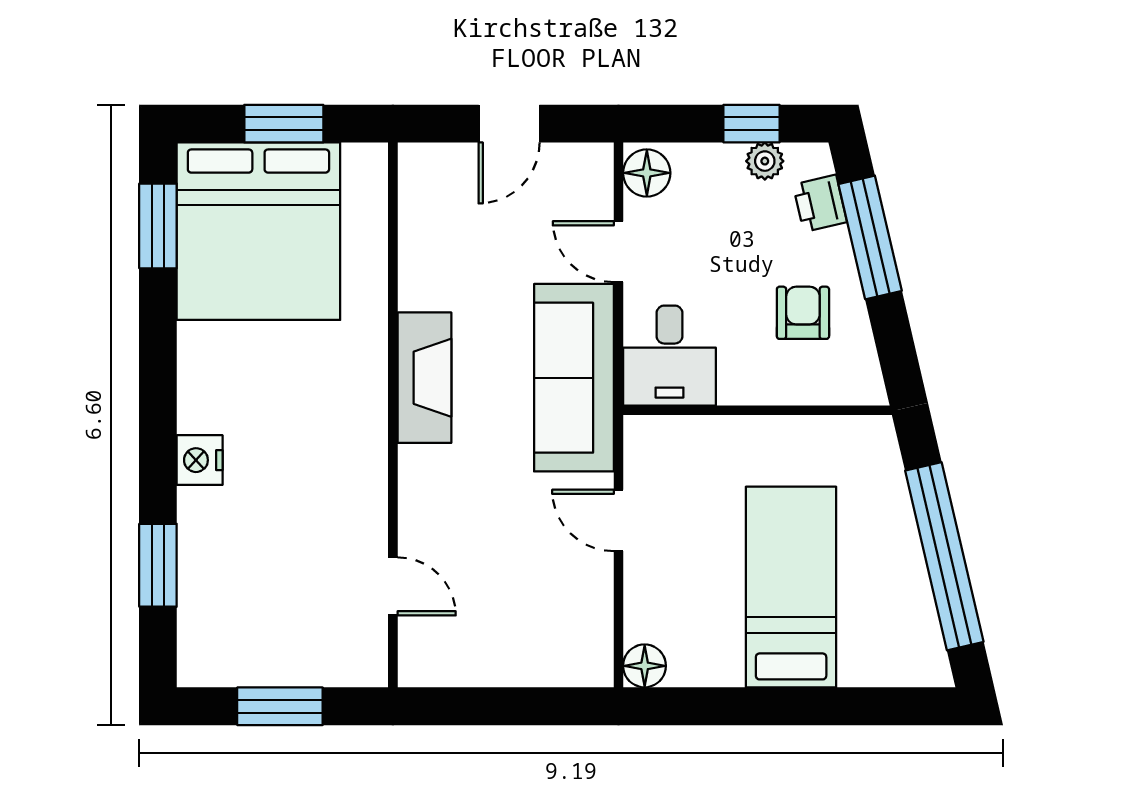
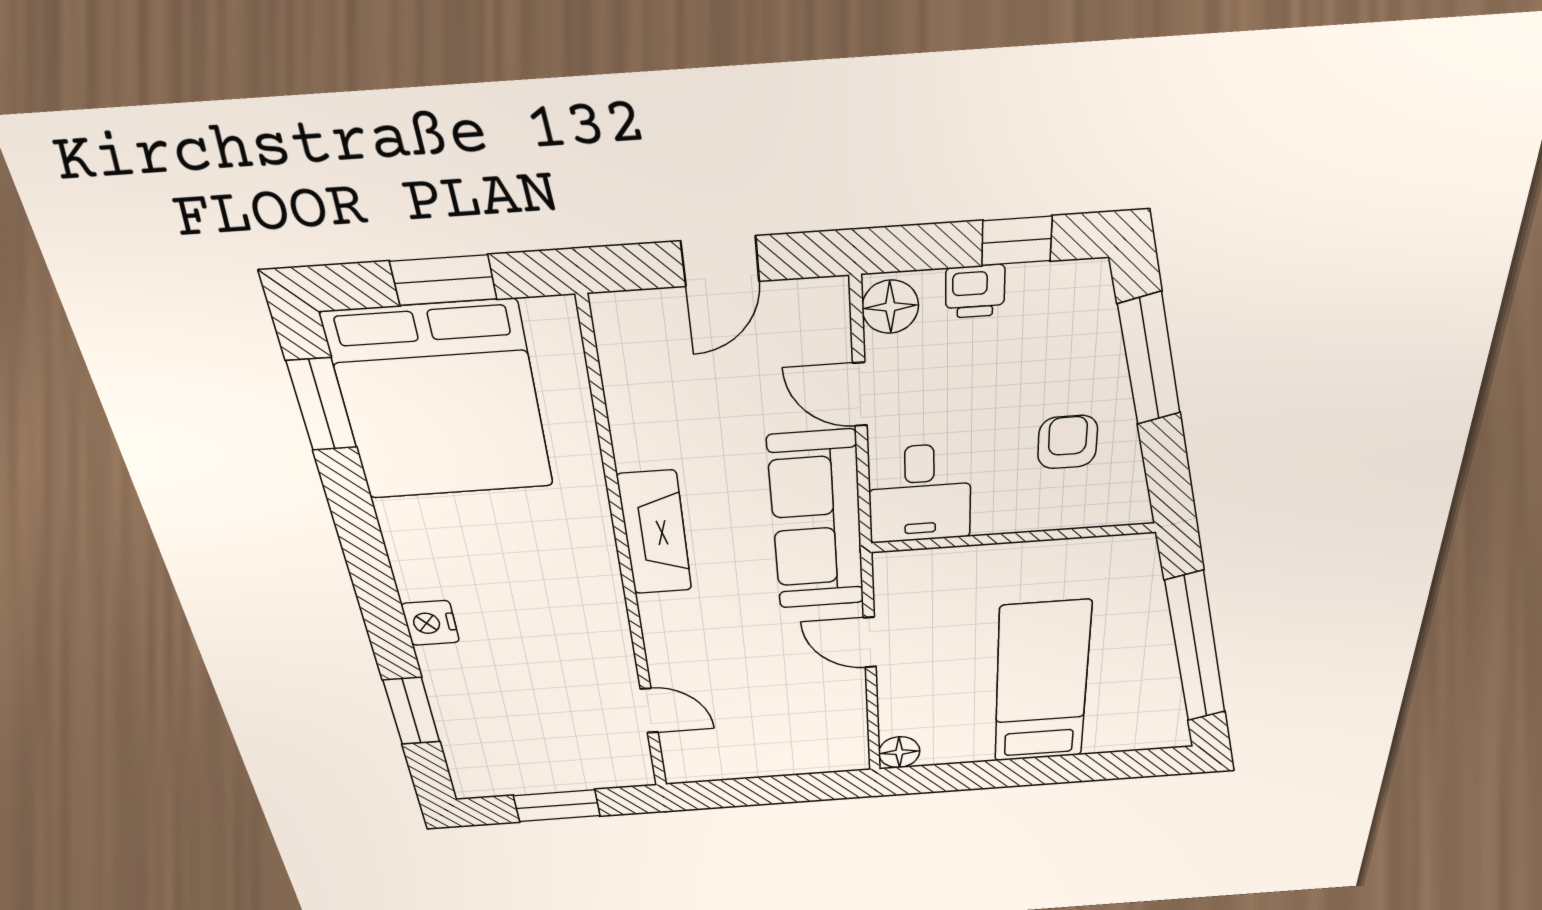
plant: (765, 161) -> (1031, 284), removed
printer: (820, 203) -> (975, 291), moved, turned -77

